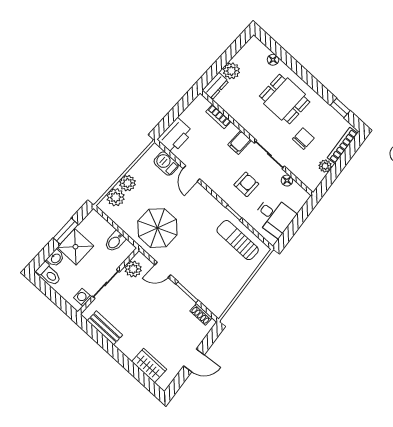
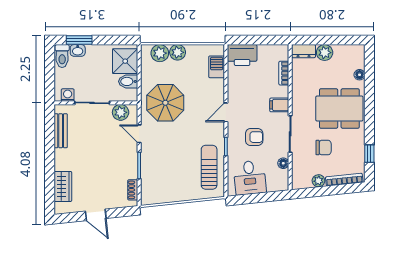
dining table: (285, 99) -> (339, 108), width x1.38
door: (191, 174) -> (226, 112), moved
window: (66, 231) -> (79, 40), moved
shower: (75, 247) -> (125, 61), moved

